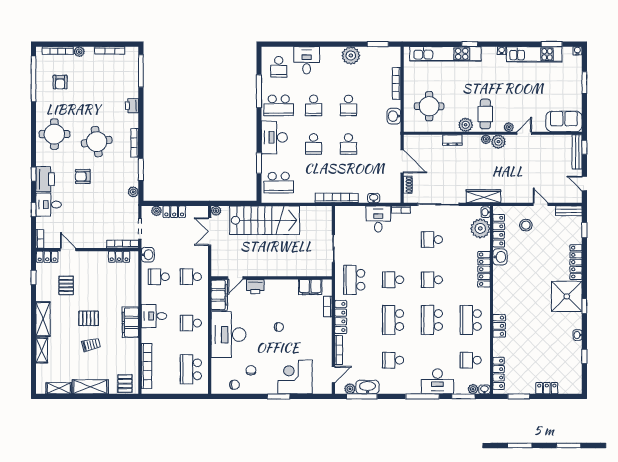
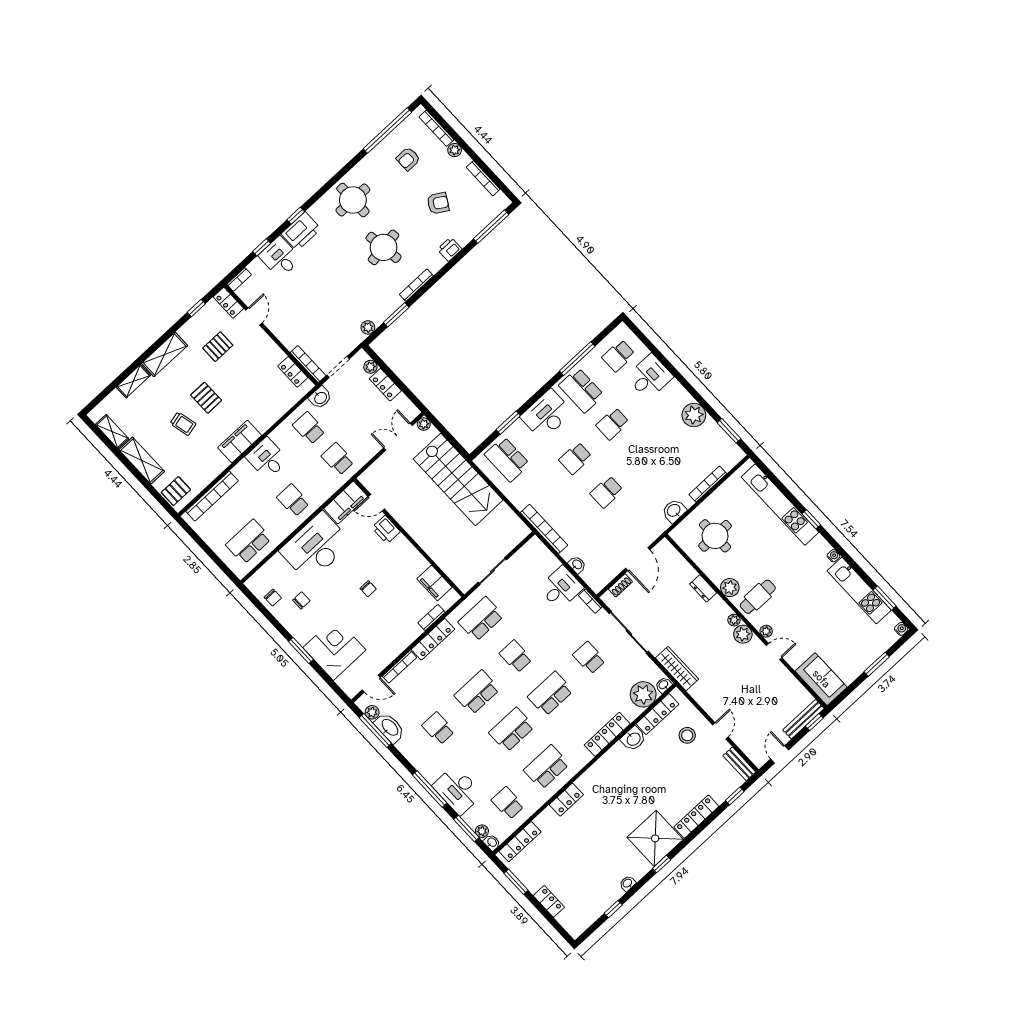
school desk: (348, 105) -> (644, 457), removed
armchair: (83, 176) -> (438, 203), moved, turned 121
school desk: (432, 280) -> (550, 694), width x1.85

